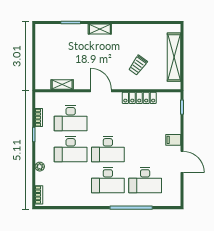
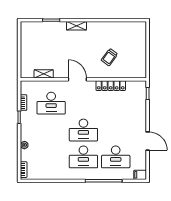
shelving: (174, 57) -> (141, 50), removed
filing cabinet: (173, 140) -> (140, 175), moved
desk: (71, 149) -> (51, 130), removed

